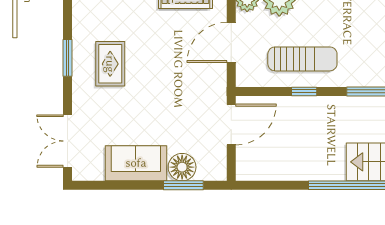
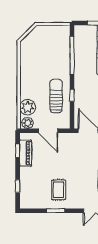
rug: (110, 64) -> (58, 190), turned 90

